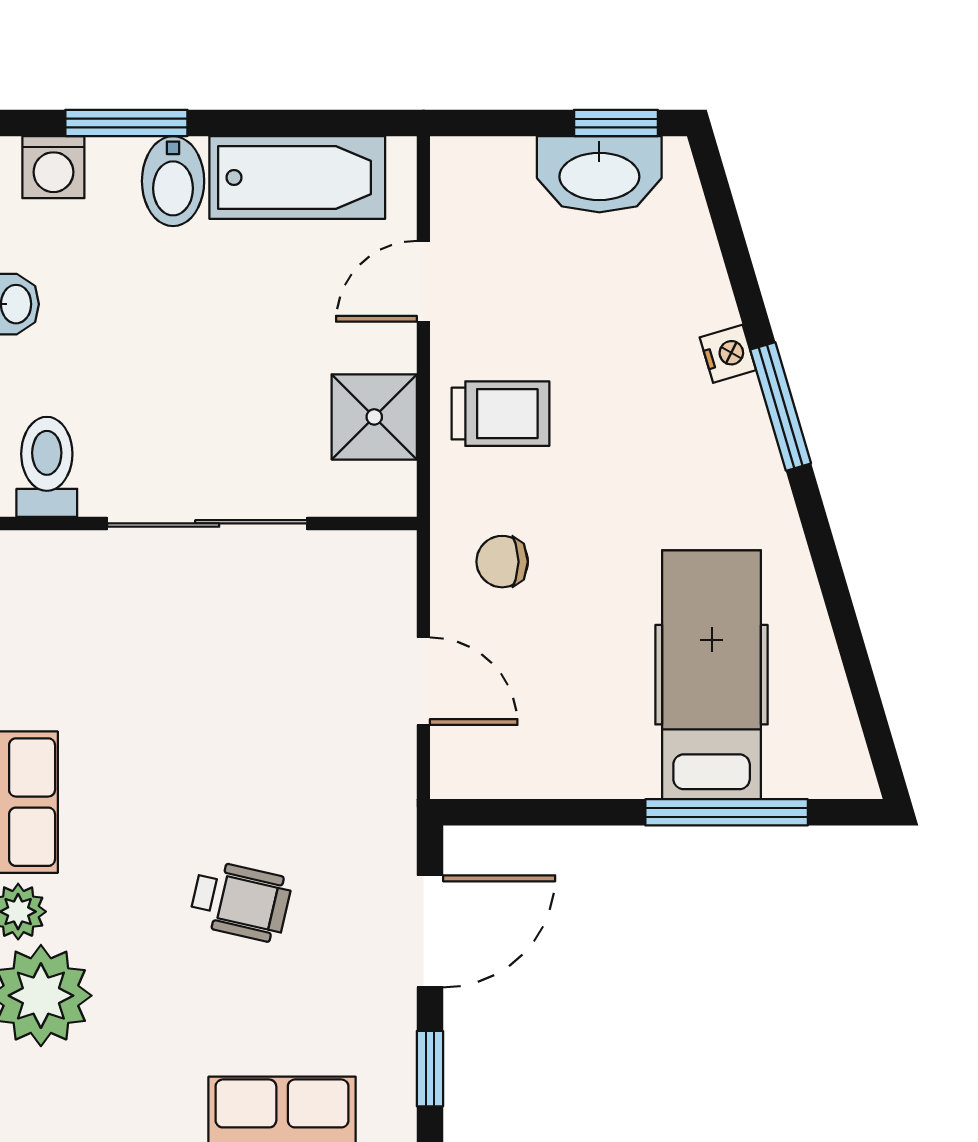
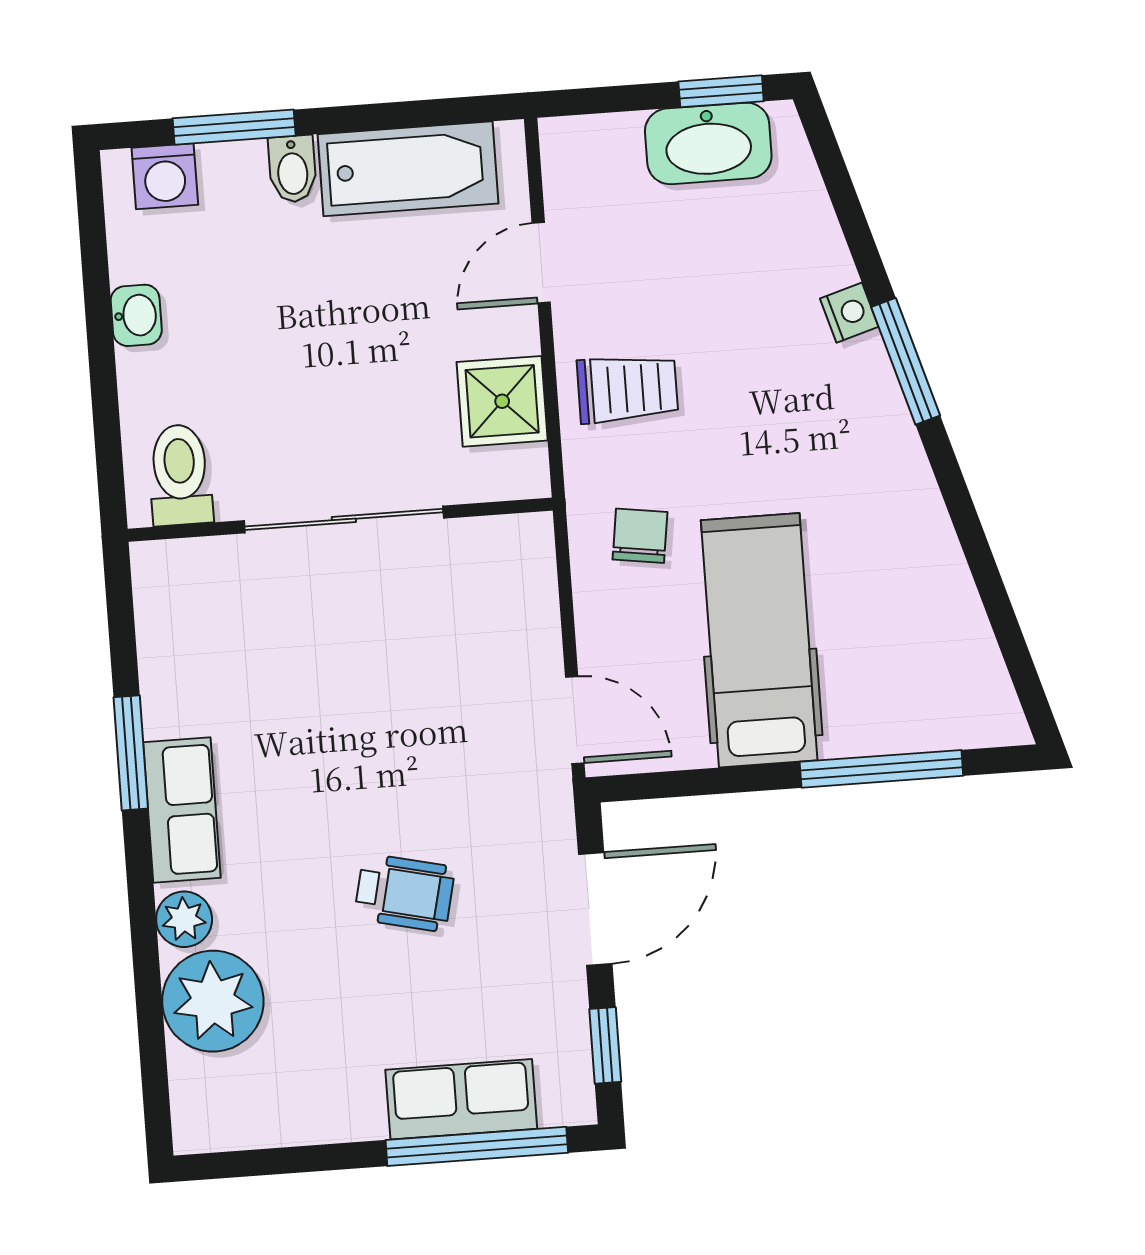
bidet: (173, 181) -> (292, 169), width x0.72, depth x0.74
chair: (502, 562) -> (640, 536), turned 98
hospital bed: (712, 675) -> (759, 640), moved
door: (423, 681) -> (575, 720), moved

